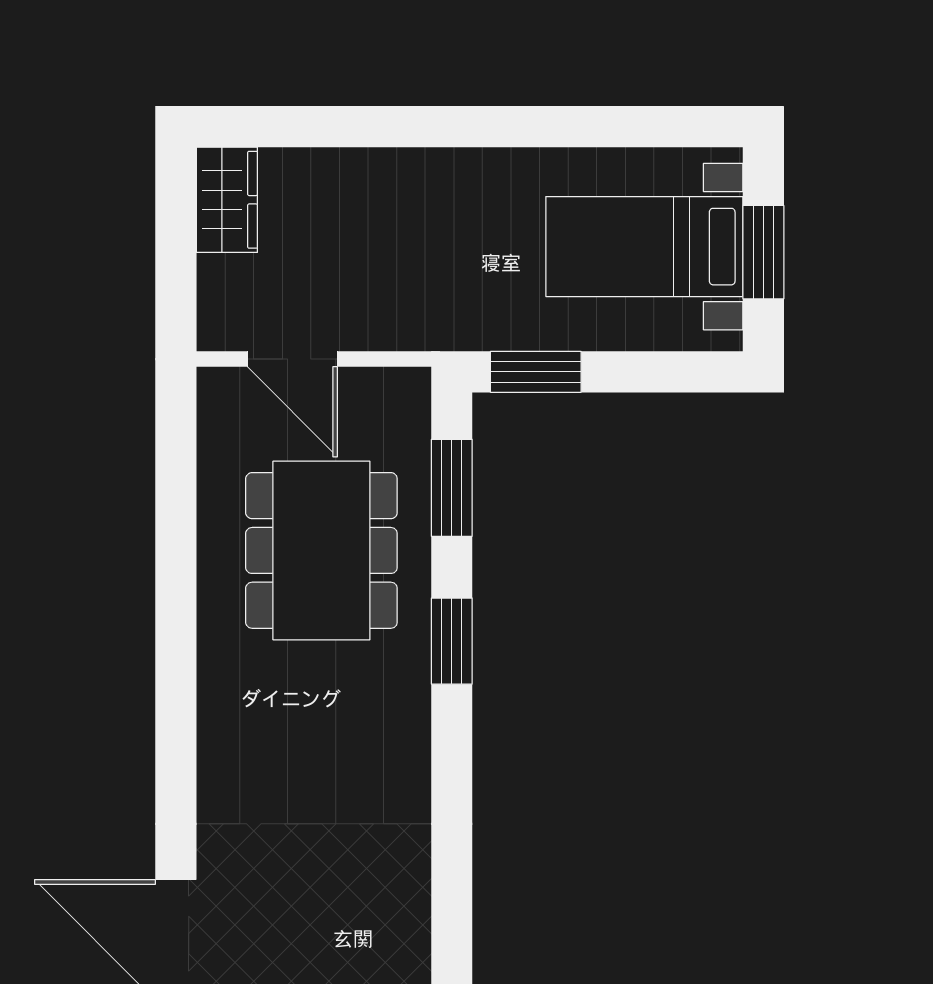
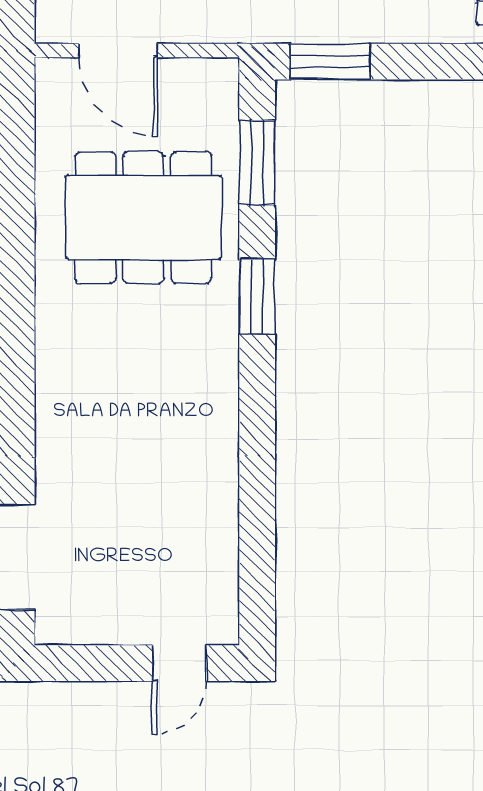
dining table: (321, 550) -> (143, 217), turned 90

